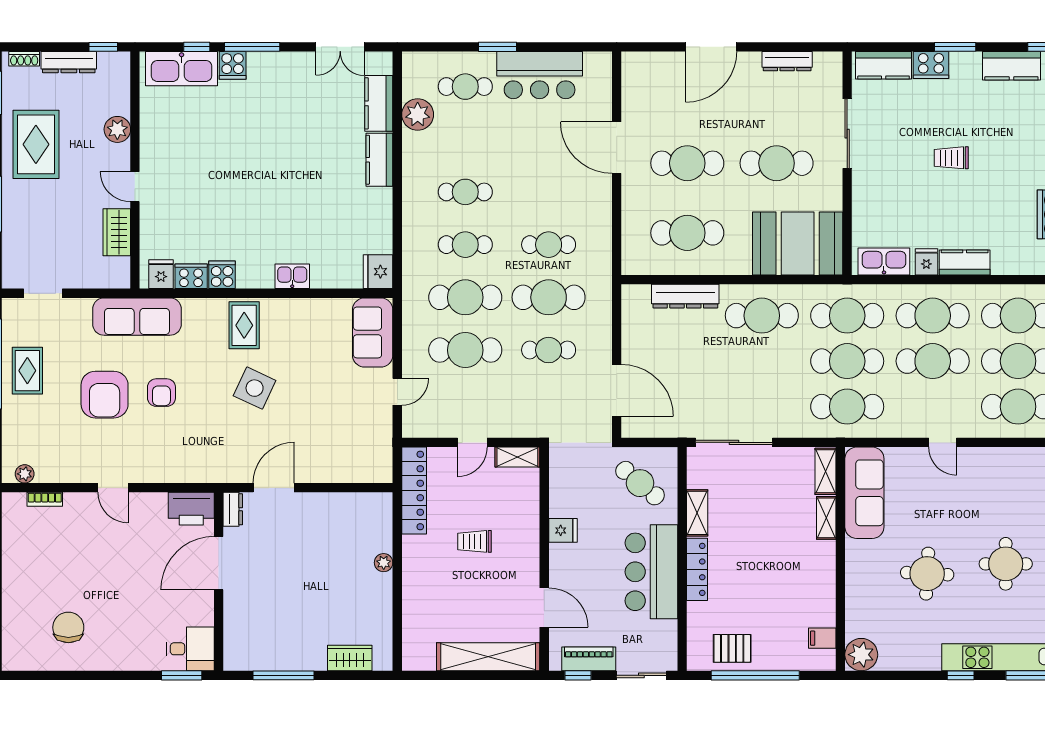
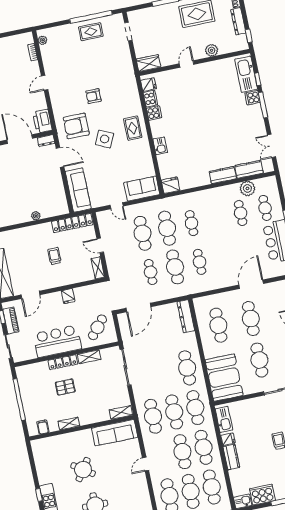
cafe table: (465, 192) -> (241, 213), moved
wardrobe: (117, 232) -> (148, 63), moved
dresser: (685, 296) -> (186, 316), moved
sofa: (137, 317) -> (78, 190), moved, turned 180
rug: (244, 325) -> (133, 128), turned 90
armchair: (105, 395) -> (76, 126), moved
shelving: (826, 518) -> (69, 424), moved
round table: (927, 574) -> (83, 470), turned 31
pallet: (732, 648) -> (65, 387), moved, turned 90
plant: (861, 655) -> (39, 447), removed

